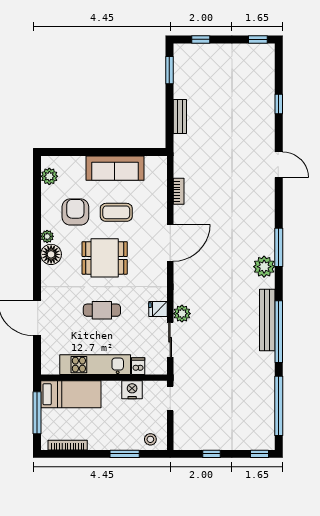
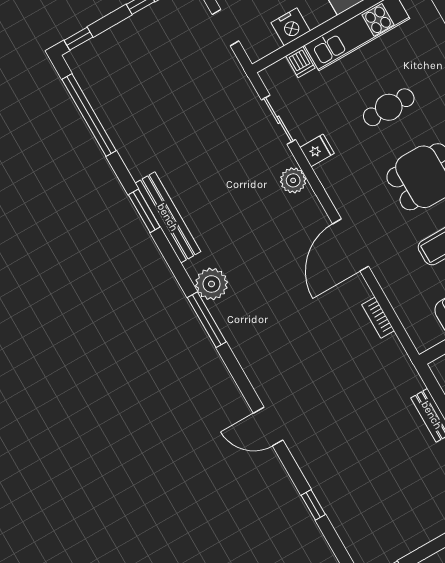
plant: (182, 314) -> (293, 180), moved
window: (279, 332) -> (144, 211), width x0.47
doorway: (170, 398) -> (226, 28), moved

